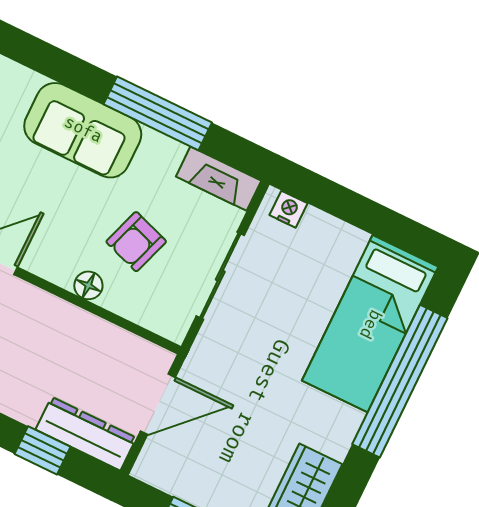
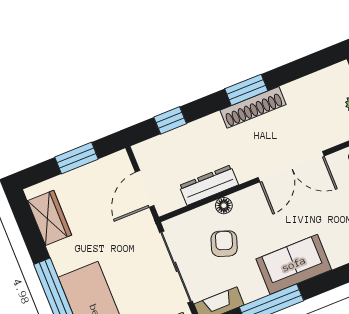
sliding door: (220, 276) -> (176, 267), width x1.37
dresser: (86, 434) -> (209, 185), moved, turned 180

